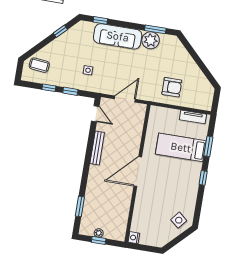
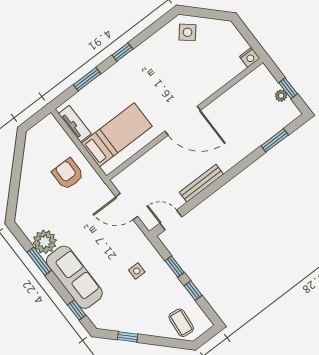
window: (155, 29) -> (39, 261), moved
door: (95, 114) -> (171, 220), hinge flipped
bed: (181, 147) -> (117, 135), moved, turned -90

